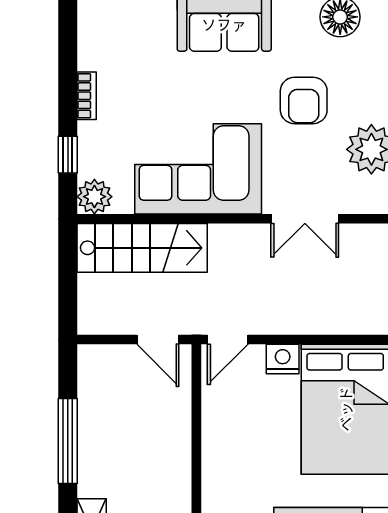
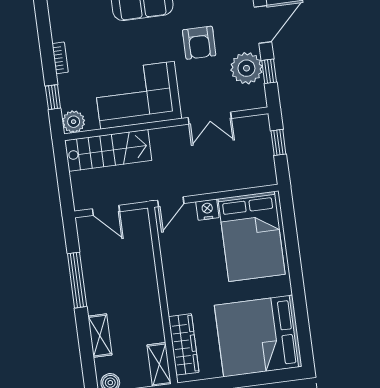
door: (158, 340) -> (106, 210), moved

